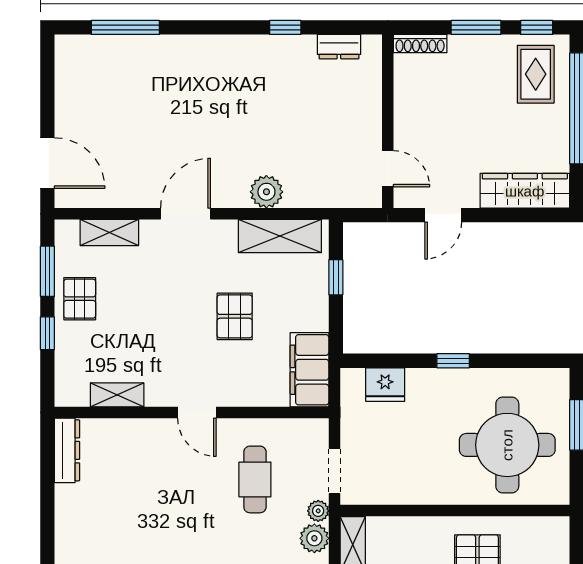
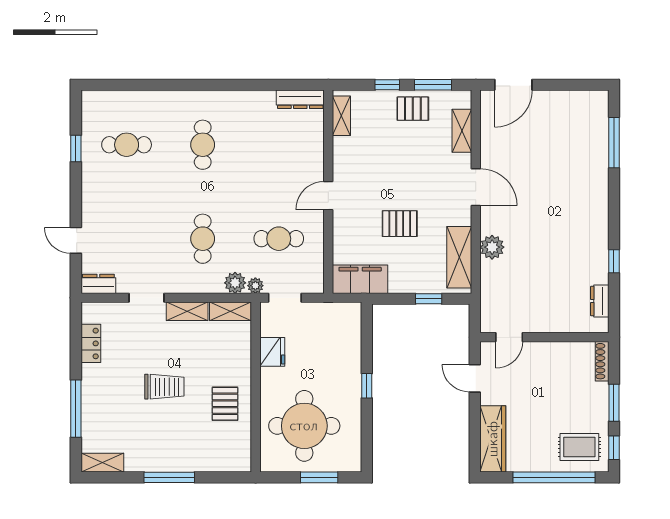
fridge: (385, 385) -> (272, 352), moved, turned 180
shelving: (117, 395) -> (341, 116), moved

